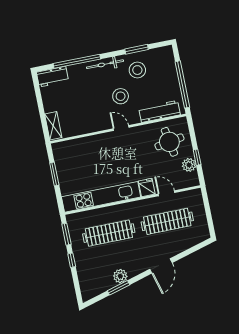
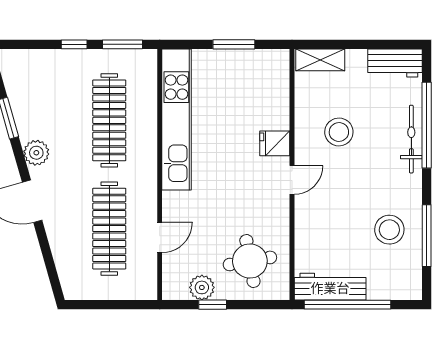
window: (137, 49) -> (427, 236), width x1.44
bicycle: (105, 64) -> (411, 139), moved
workbench: (52, 77) -> (395, 63), moved, turned -90
stool: (121, 96) -> (339, 132), moved
workbench: (160, 111) -> (330, 287), moved, turned -90
fridge: (147, 188) -> (275, 143), moved, turned 180
plant: (120, 276) -> (36, 153), moved

